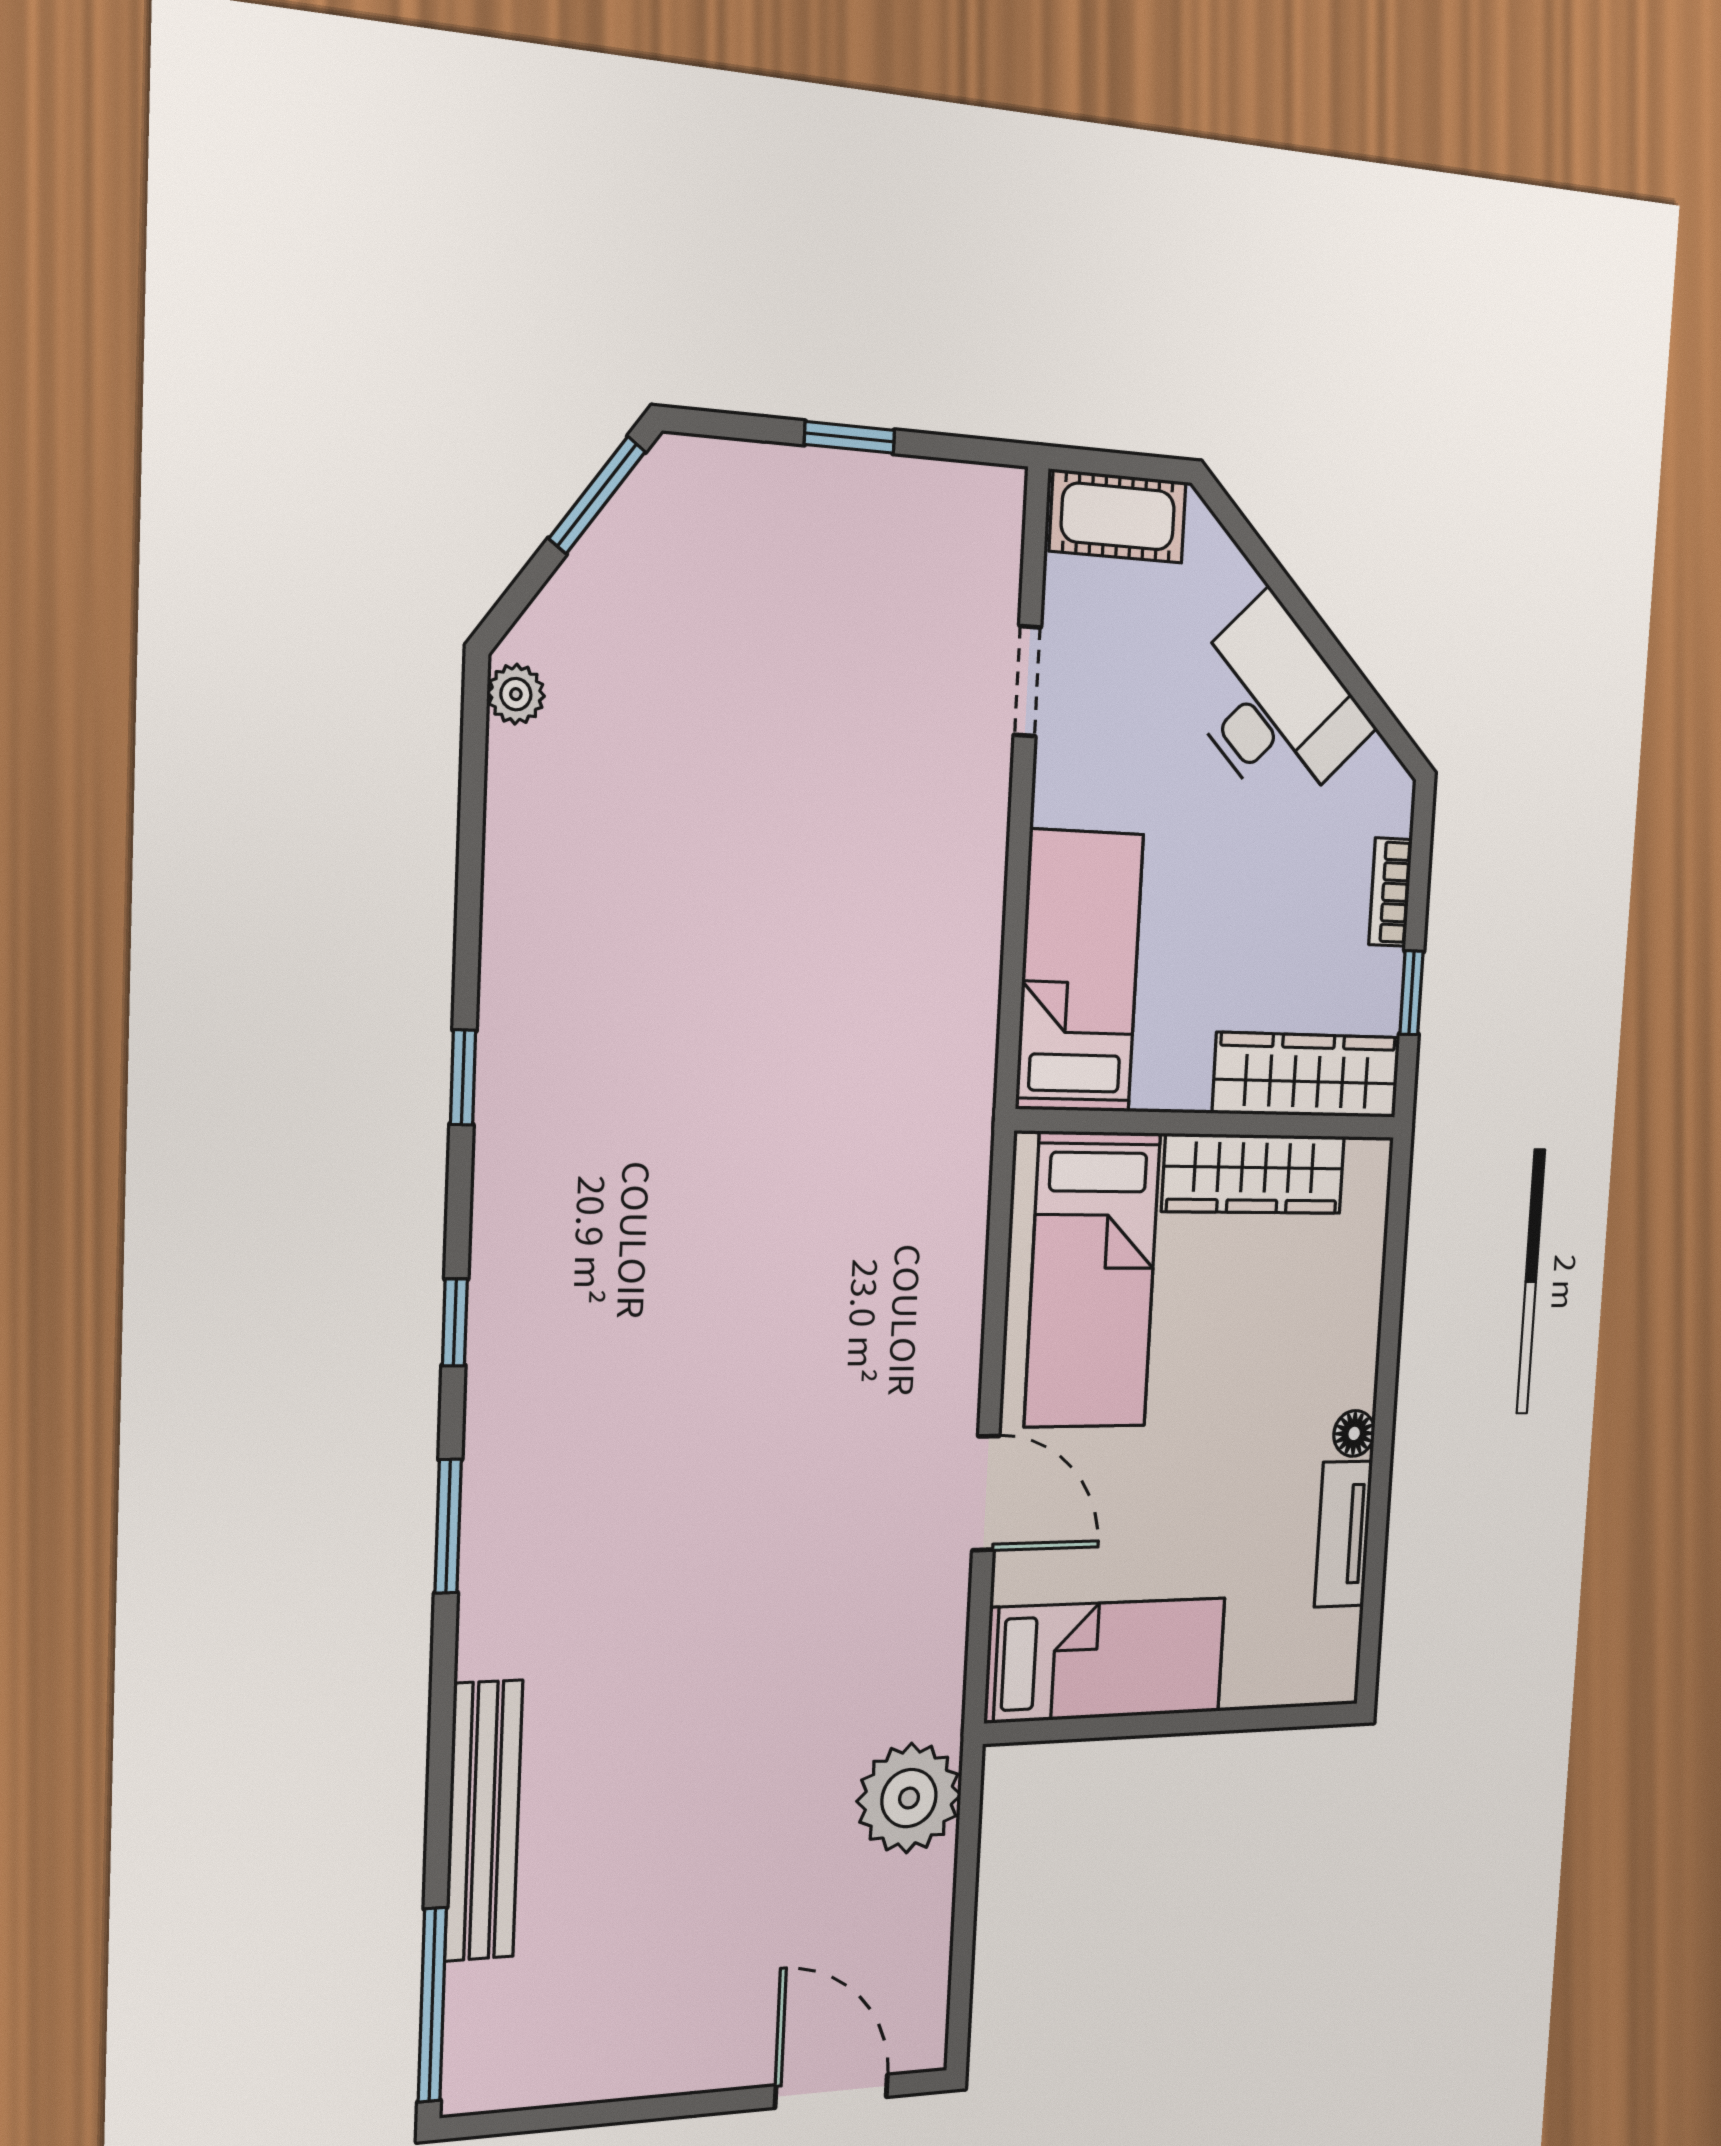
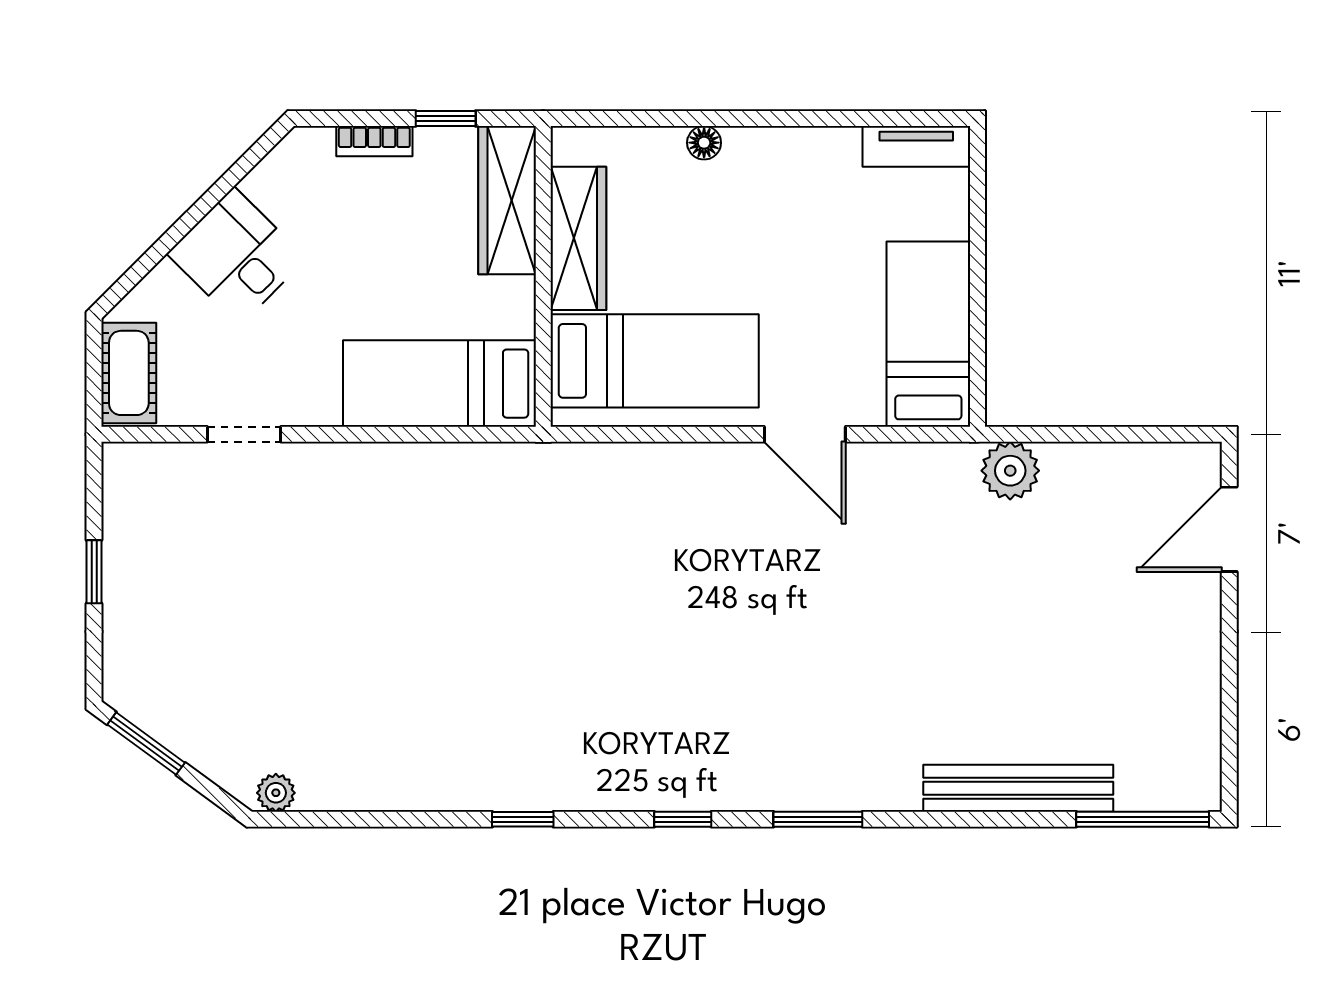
desk: (1275, 707) -> (237, 256), width x0.73
floor lamp: (1354, 1433) -> (704, 143), moved
door: (986, 1493) -> (805, 434), swing flipped
tv unit: (1343, 1534) -> (916, 146), moved
plant: (909, 1798) -> (1010, 471), width x0.73, depth x0.73

